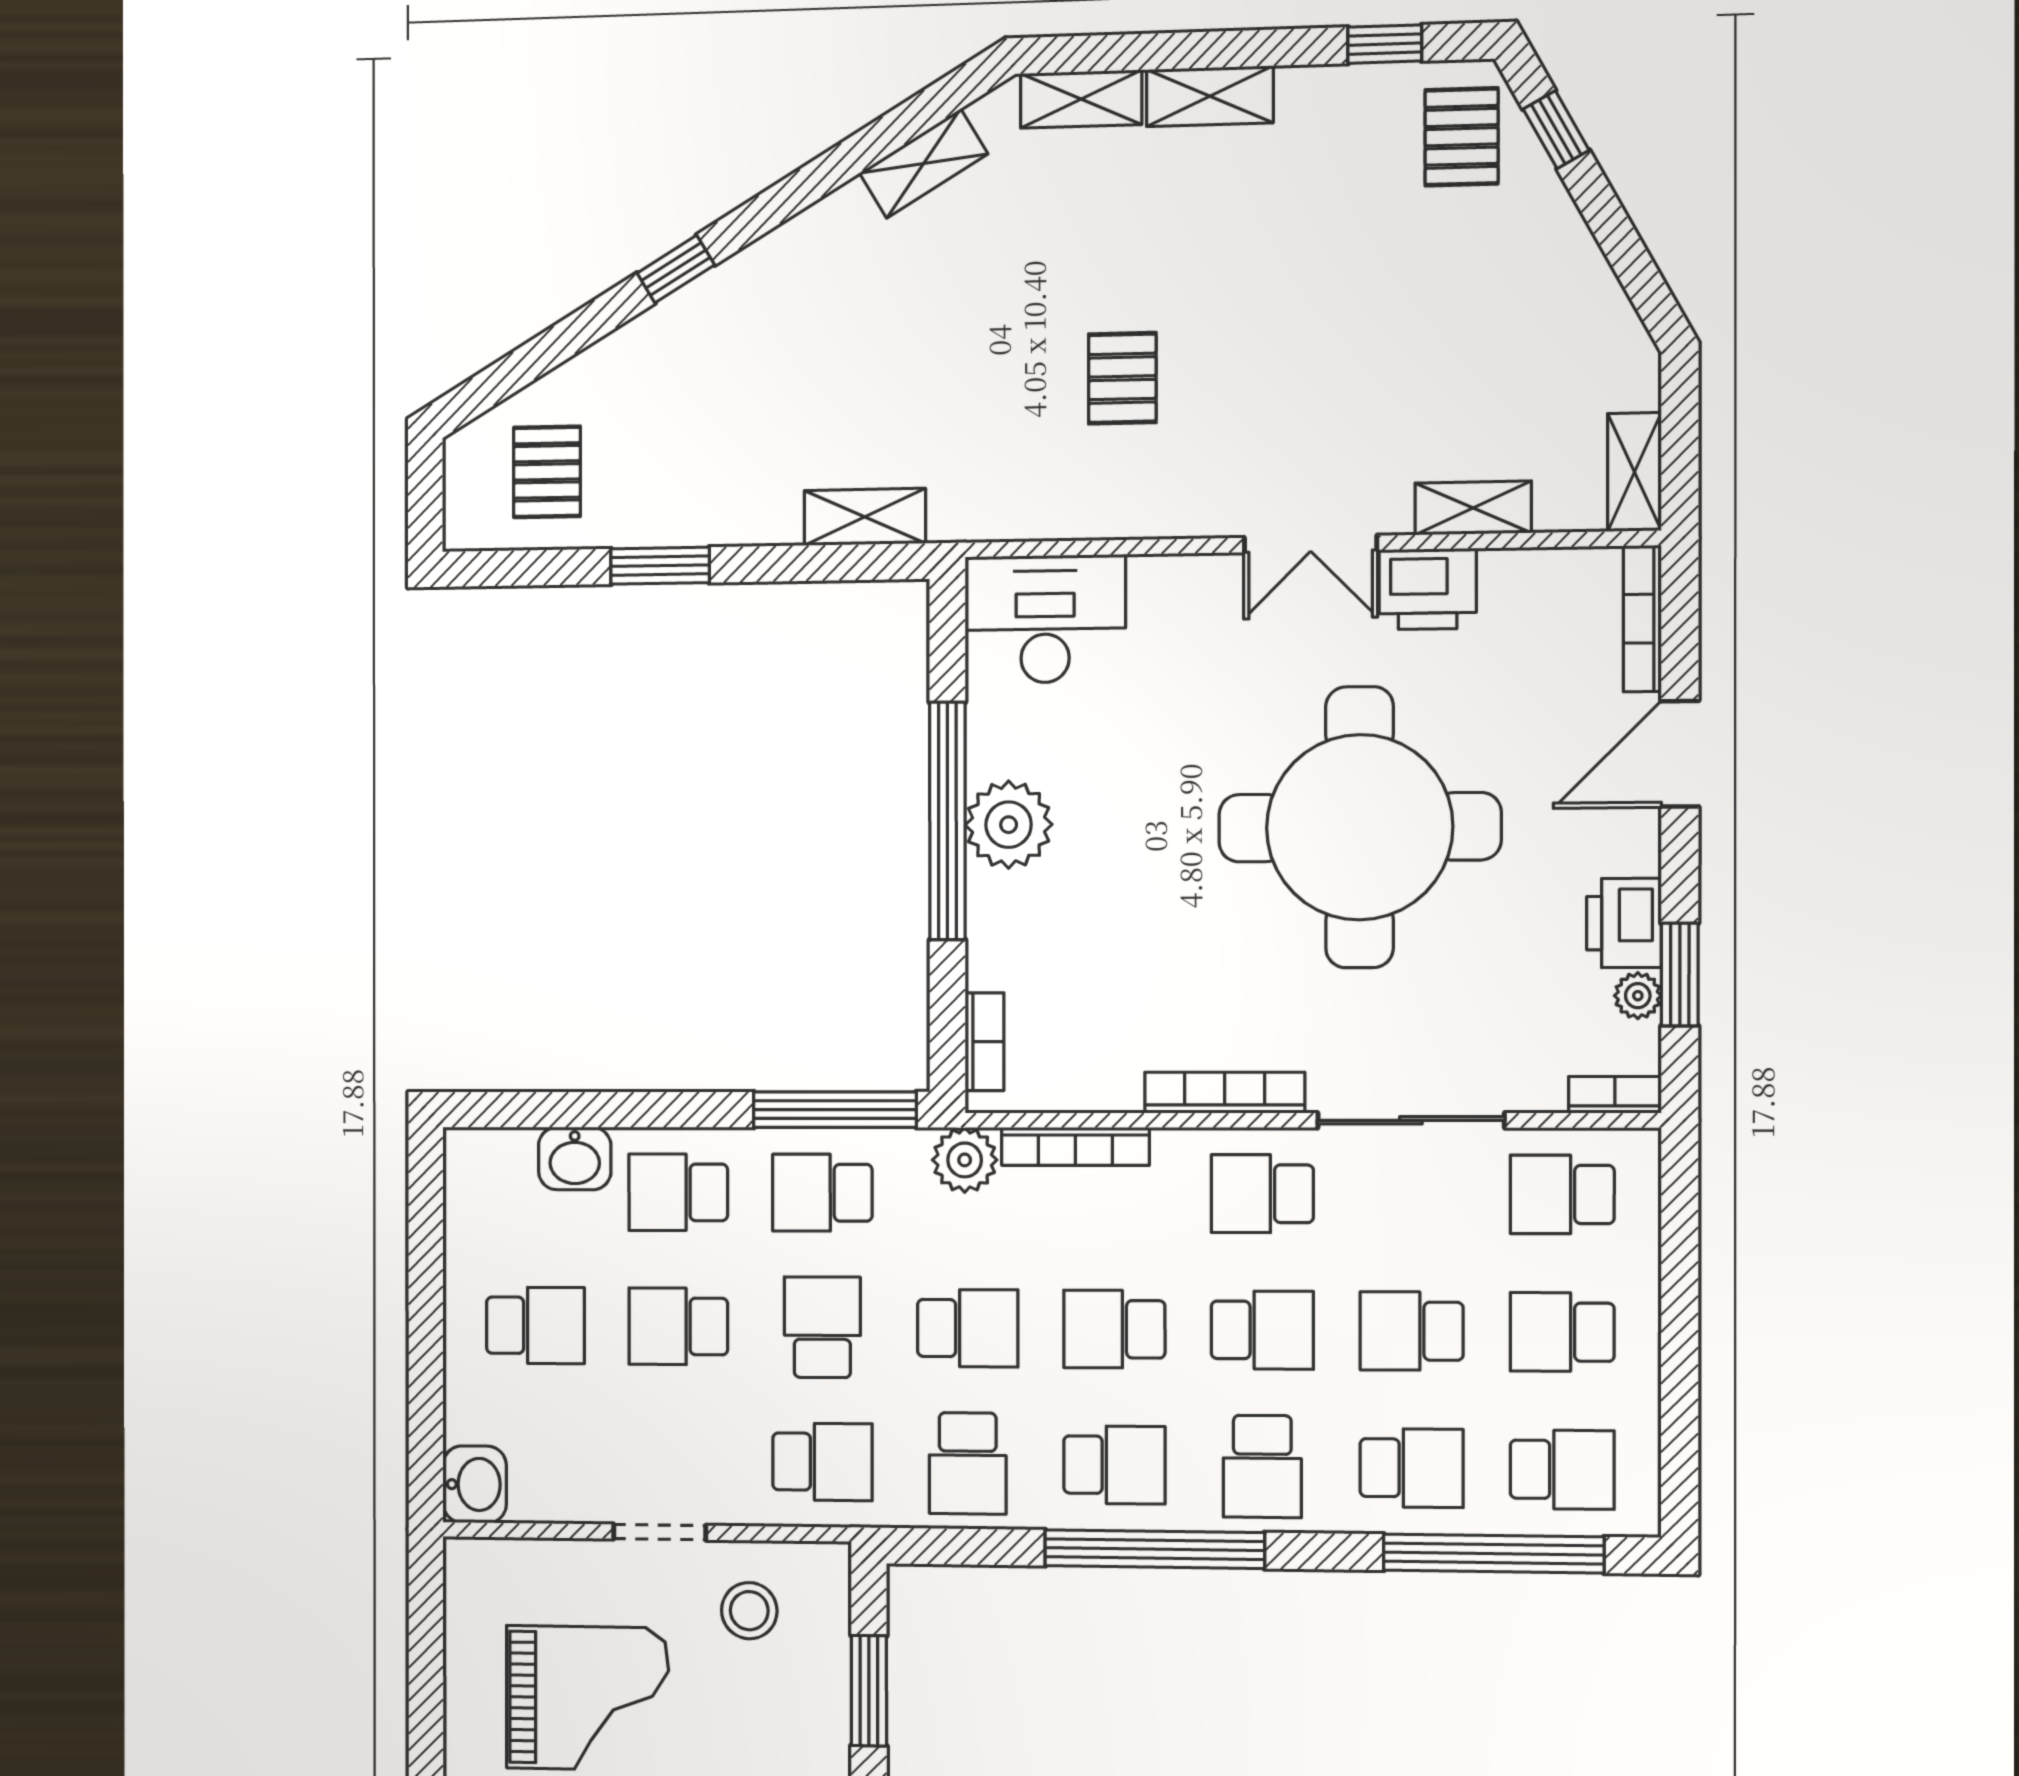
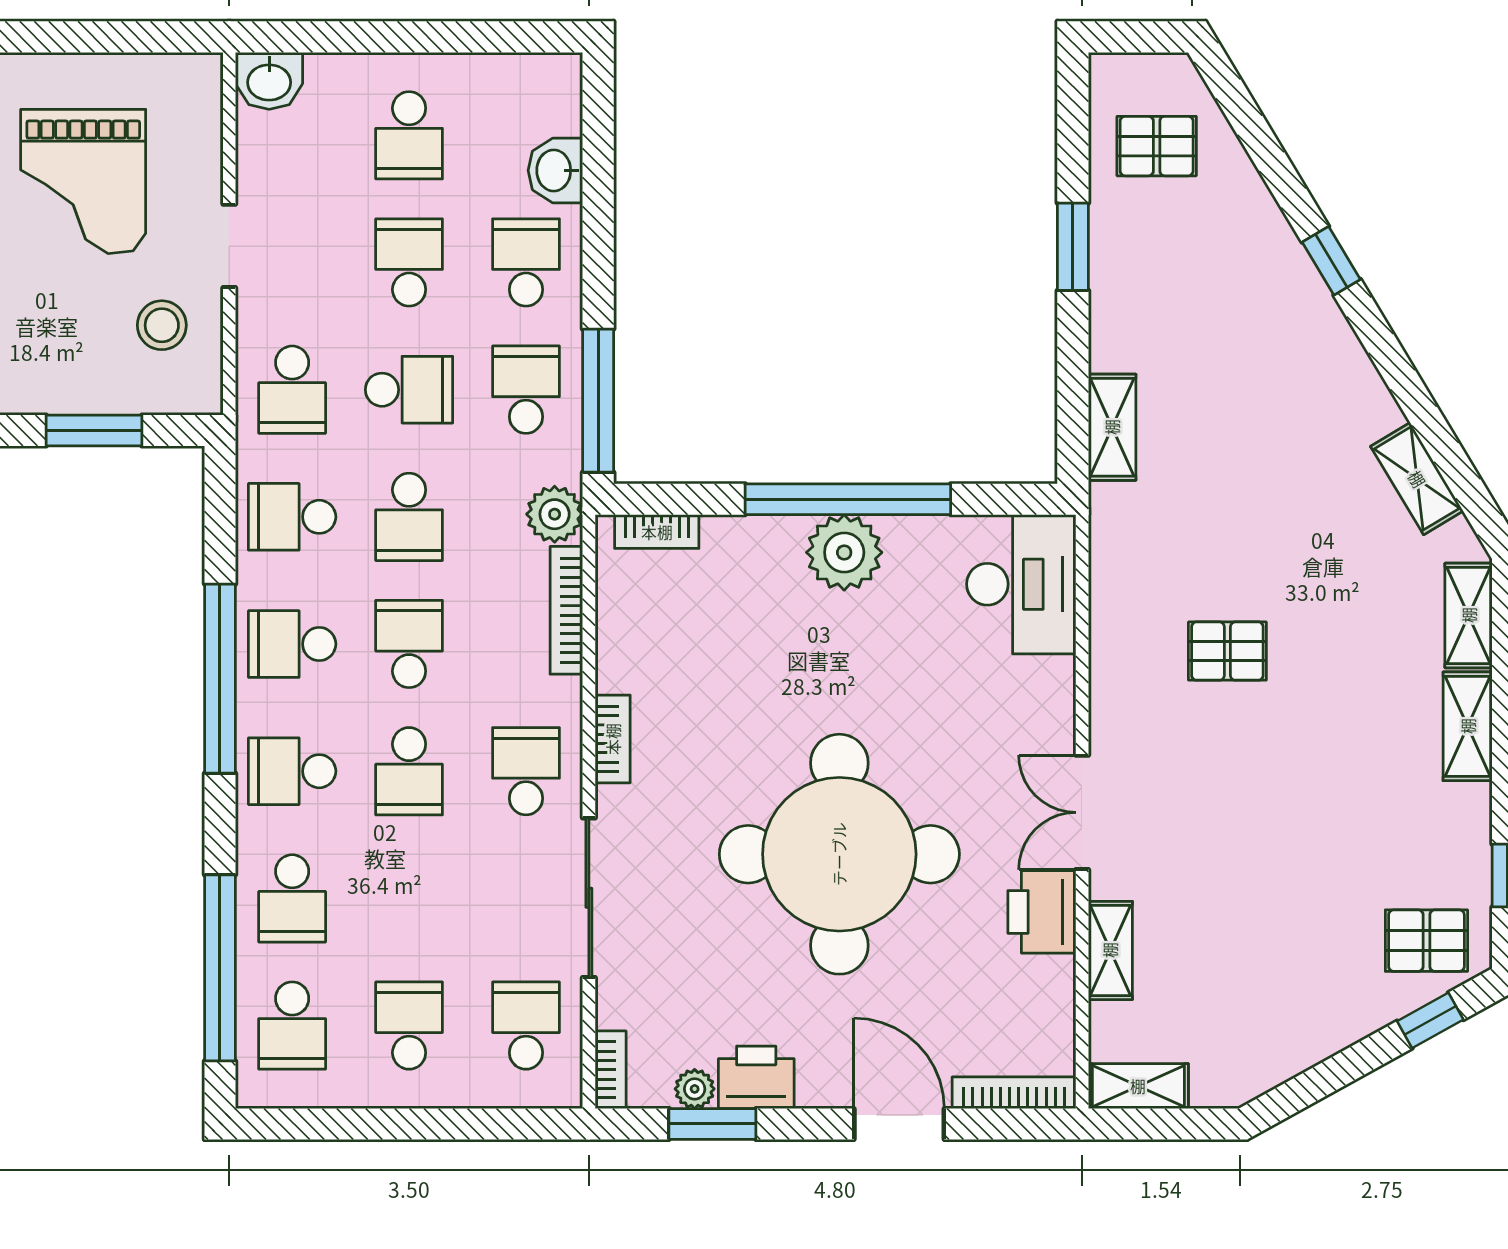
bookcase: (1225, 1093) -> (613, 739), width x0.64
school desk: (1412, 1331) -> (409, 898), removed
school desk: (1114, 1465) -> (292, 644), turned 90

